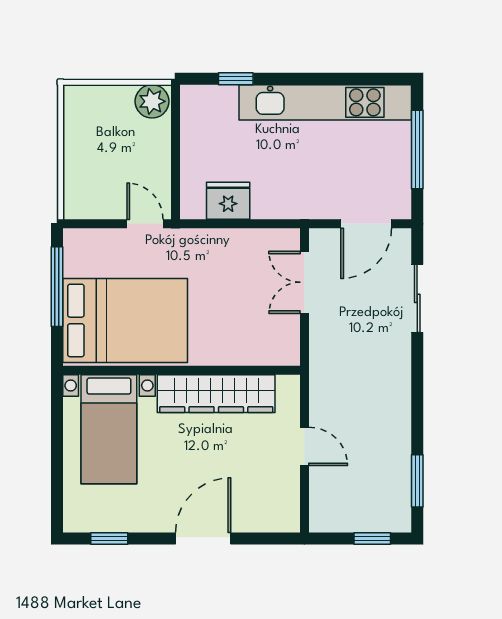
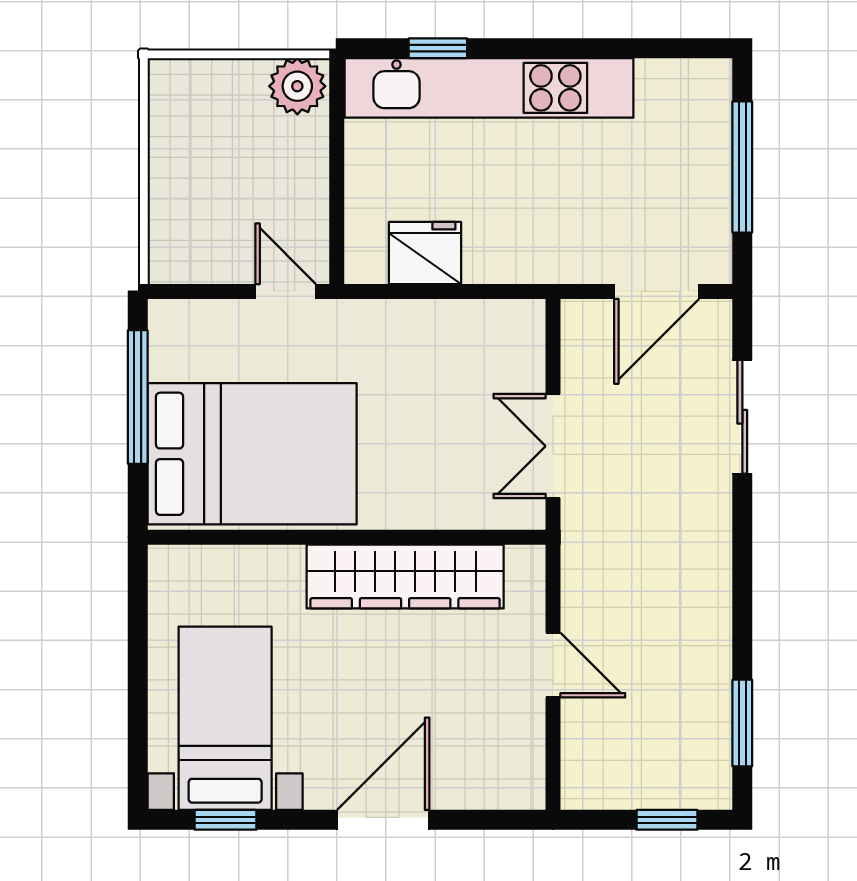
kitchen unit: (325, 102) -> (489, 88), moved
double door: (304, 282) -> (553, 446), moved
bed with nightstands: (109, 429) -> (225, 718), moved, turned 180

